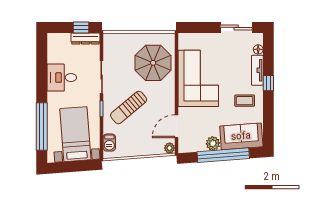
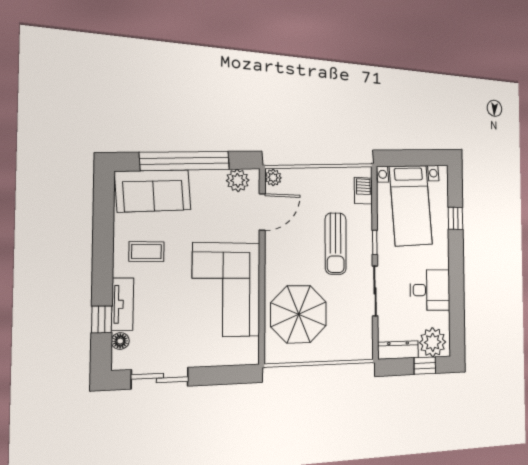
window: (81, 27) -> (425, 366), moved
plant: (60, 43) -> (433, 342), added
window: (268, 83) -> (102, 319), moved
sun lounger: (129, 108) -> (336, 244), turned 130
window: (42, 127) -> (456, 218), width x0.32
plant: (213, 143) -> (238, 180), moved

